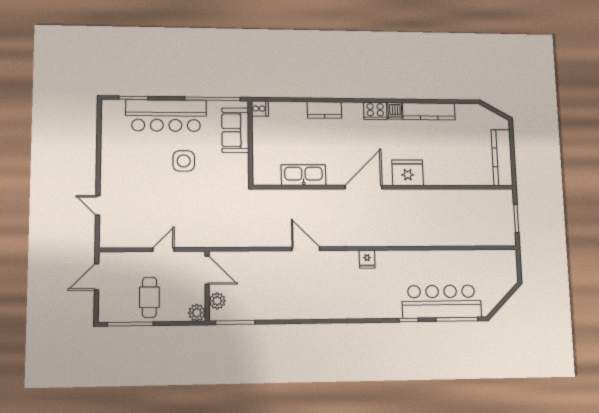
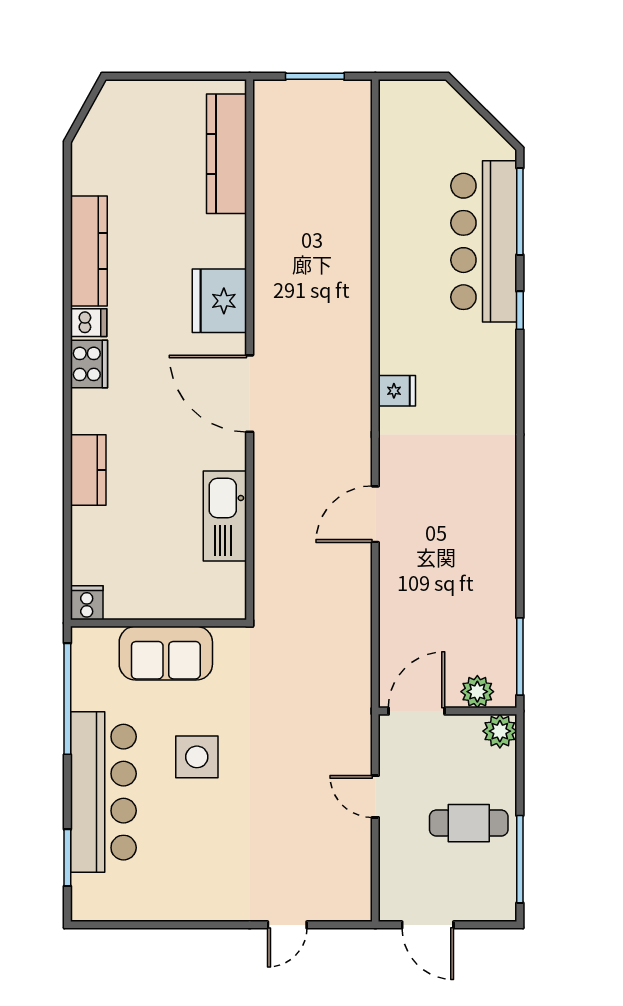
sofa: (235, 130) -> (166, 653), moved
kitchen counter: (502, 158) -> (227, 154), moved, turned 90

